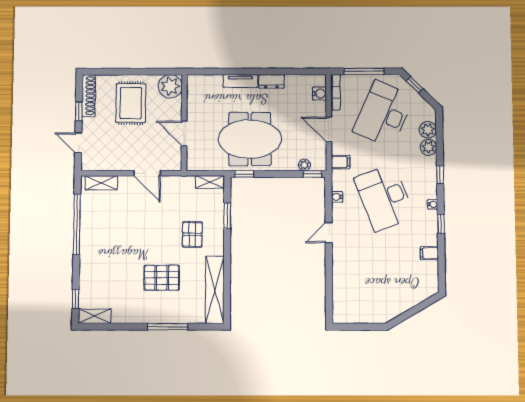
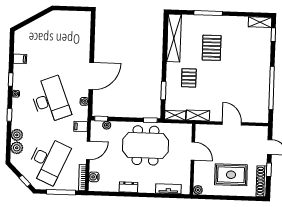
tv unit: (240, 81) -> (168, 189), moved
plant: (170, 86) -> (198, 190), width x0.53, depth x0.53
rug: (131, 103) -> (231, 175), turned 90
door: (329, 130) -> (88, 150), hinge flipped
door: (147, 173) -> (232, 123), moved
shelving: (101, 183) -> (198, 116), moved
door: (329, 233) -> (91, 76), width x1.88
pallet: (162, 278) -> (212, 48), turned 90

